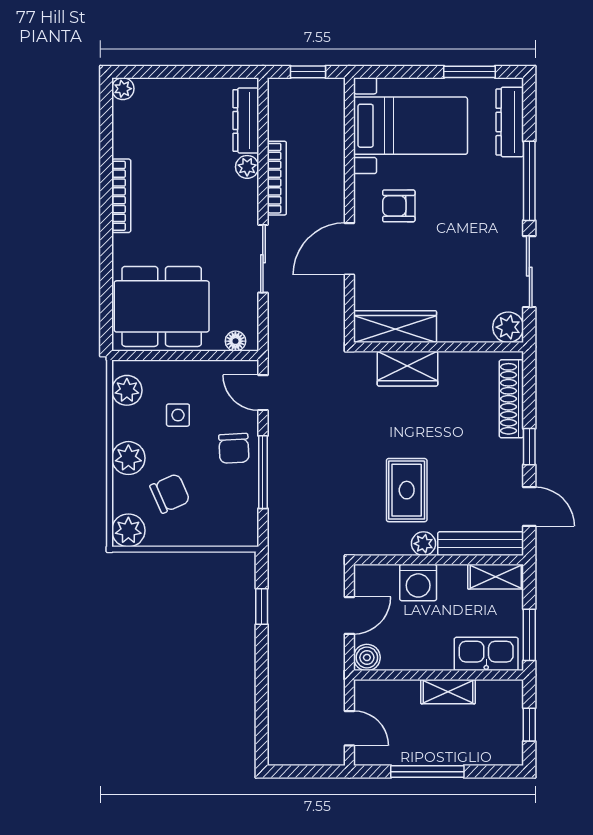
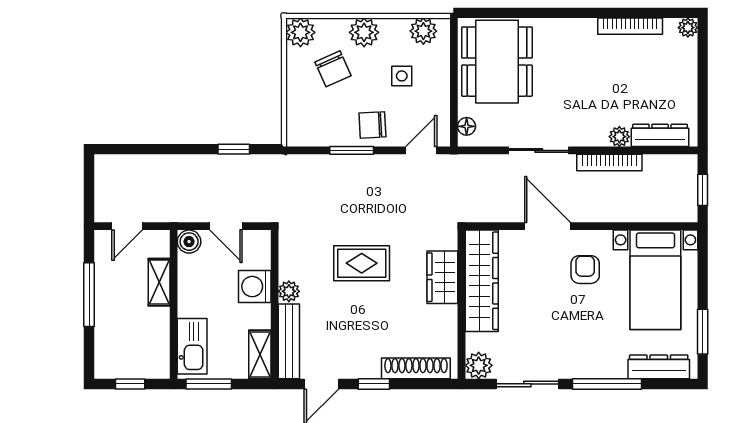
bookcase: (121, 196) -> (630, 26), moved
wardrobe: (395, 327) -> (482, 281), width x1.40, depth x1.17
window: (263, 472) -> (352, 150), width x0.69
rug: (407, 490) -> (362, 263), moved
shelving: (448, 692) -> (159, 282), moved

